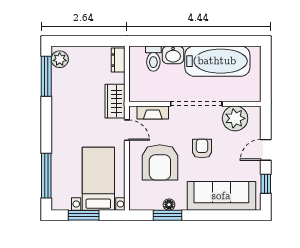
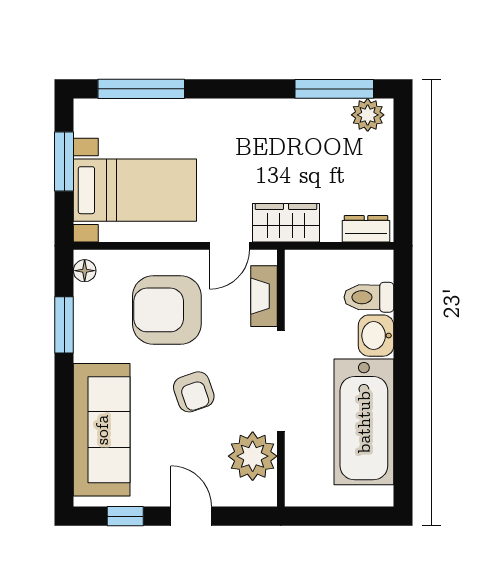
armchair: (202, 149) -> (194, 392), turned 71
floor lamp: (169, 205) -> (85, 271), moved

